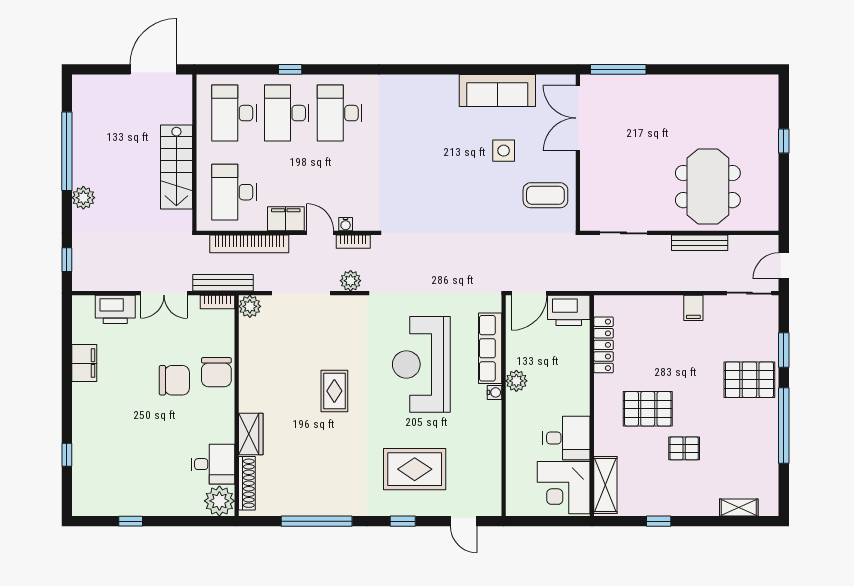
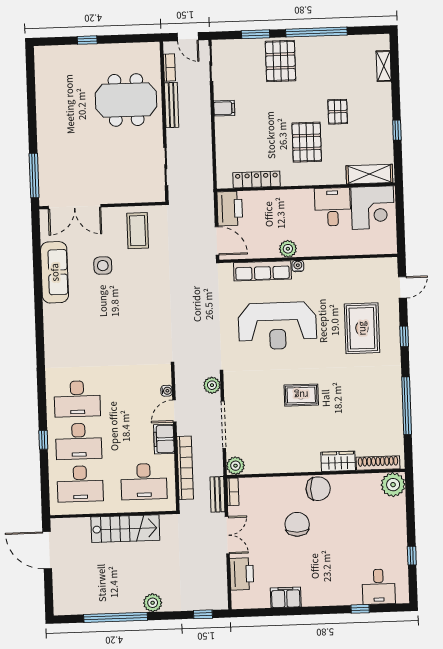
bookcase: (353, 242) -> (169, 68), moved
bench: (223, 283) -> (217, 494), width x0.73
chair: (216, 372) -> (318, 489), moved
desk: (213, 464) -> (379, 587), moved, turned 180

